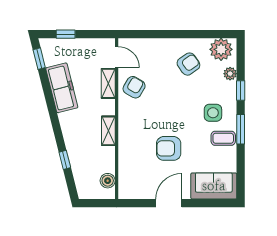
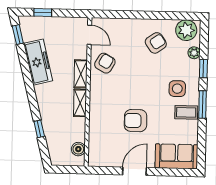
shelving: (108, 83) -> (81, 74), moved

